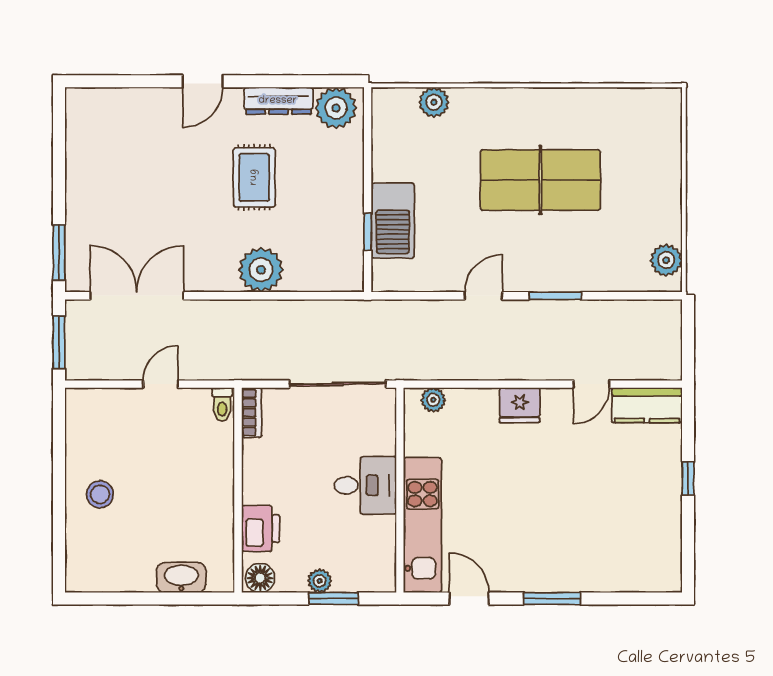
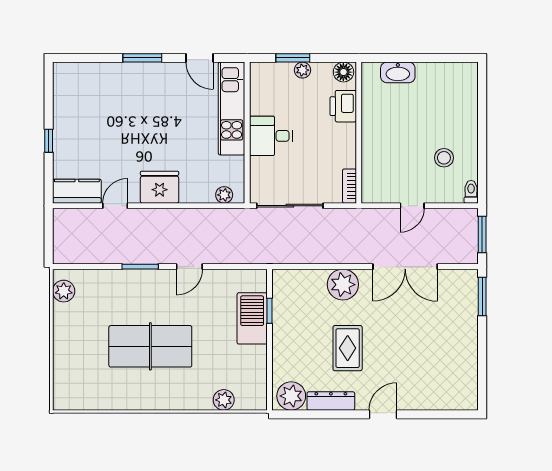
double door: (137, 296) -> (405, 267), moved
toilet: (222, 404) -> (471, 192), moved
fridge: (520, 405) -> (160, 187), width x1.36, depth x1.34
stool: (100, 494) -> (444, 158), moved

